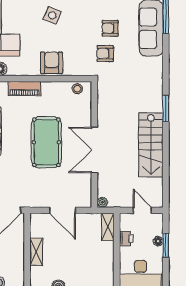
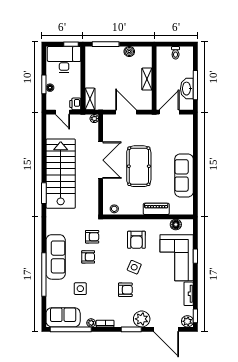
armchair: (52, 63) -> (136, 240), moved
stairs: (151, 145) -> (61, 174), width x1.36, depth x1.51
printer: (126, 239) -> (75, 104), moved

